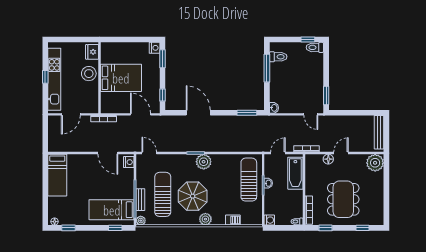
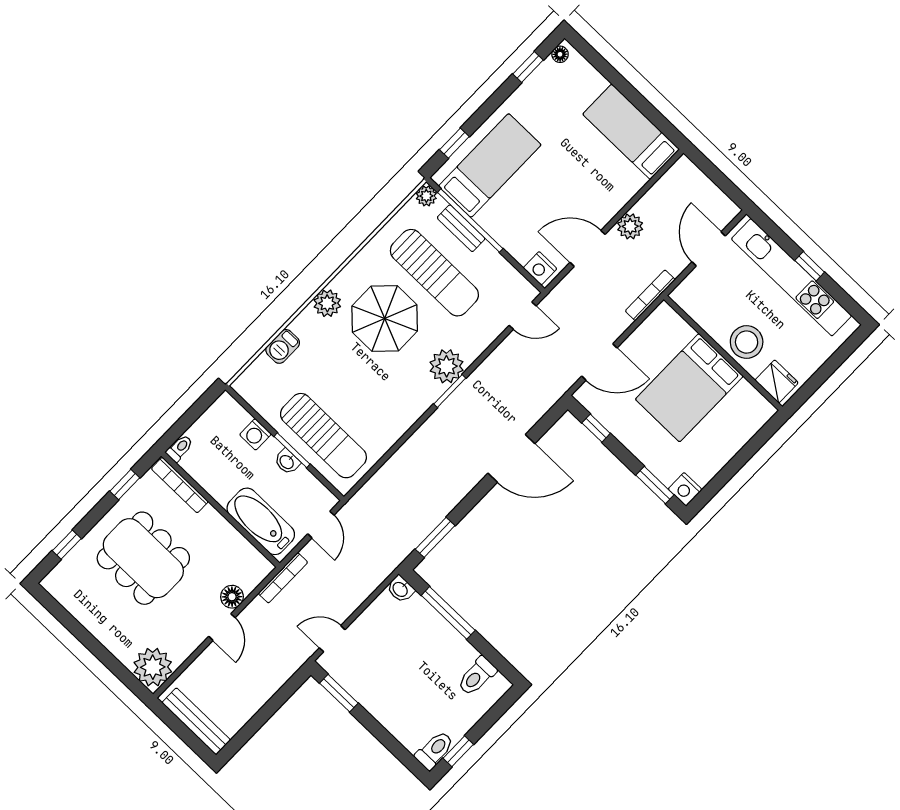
window: (267, 68) -> (448, 613), moved
plant: (88, 146) -> (630, 226), added
plant: (204, 162) -> (447, 366), moved
washing machine: (269, 220) -> (255, 434), moved

